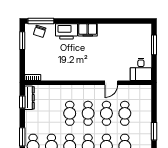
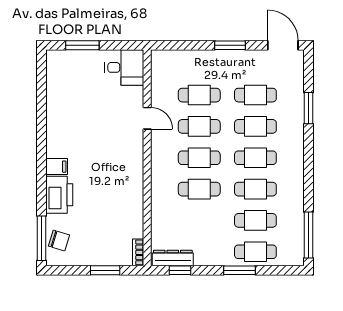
filing cabinet: (88, 30) -> (57, 167), width x0.50
window: (22, 41) -> (105, 270), moved

